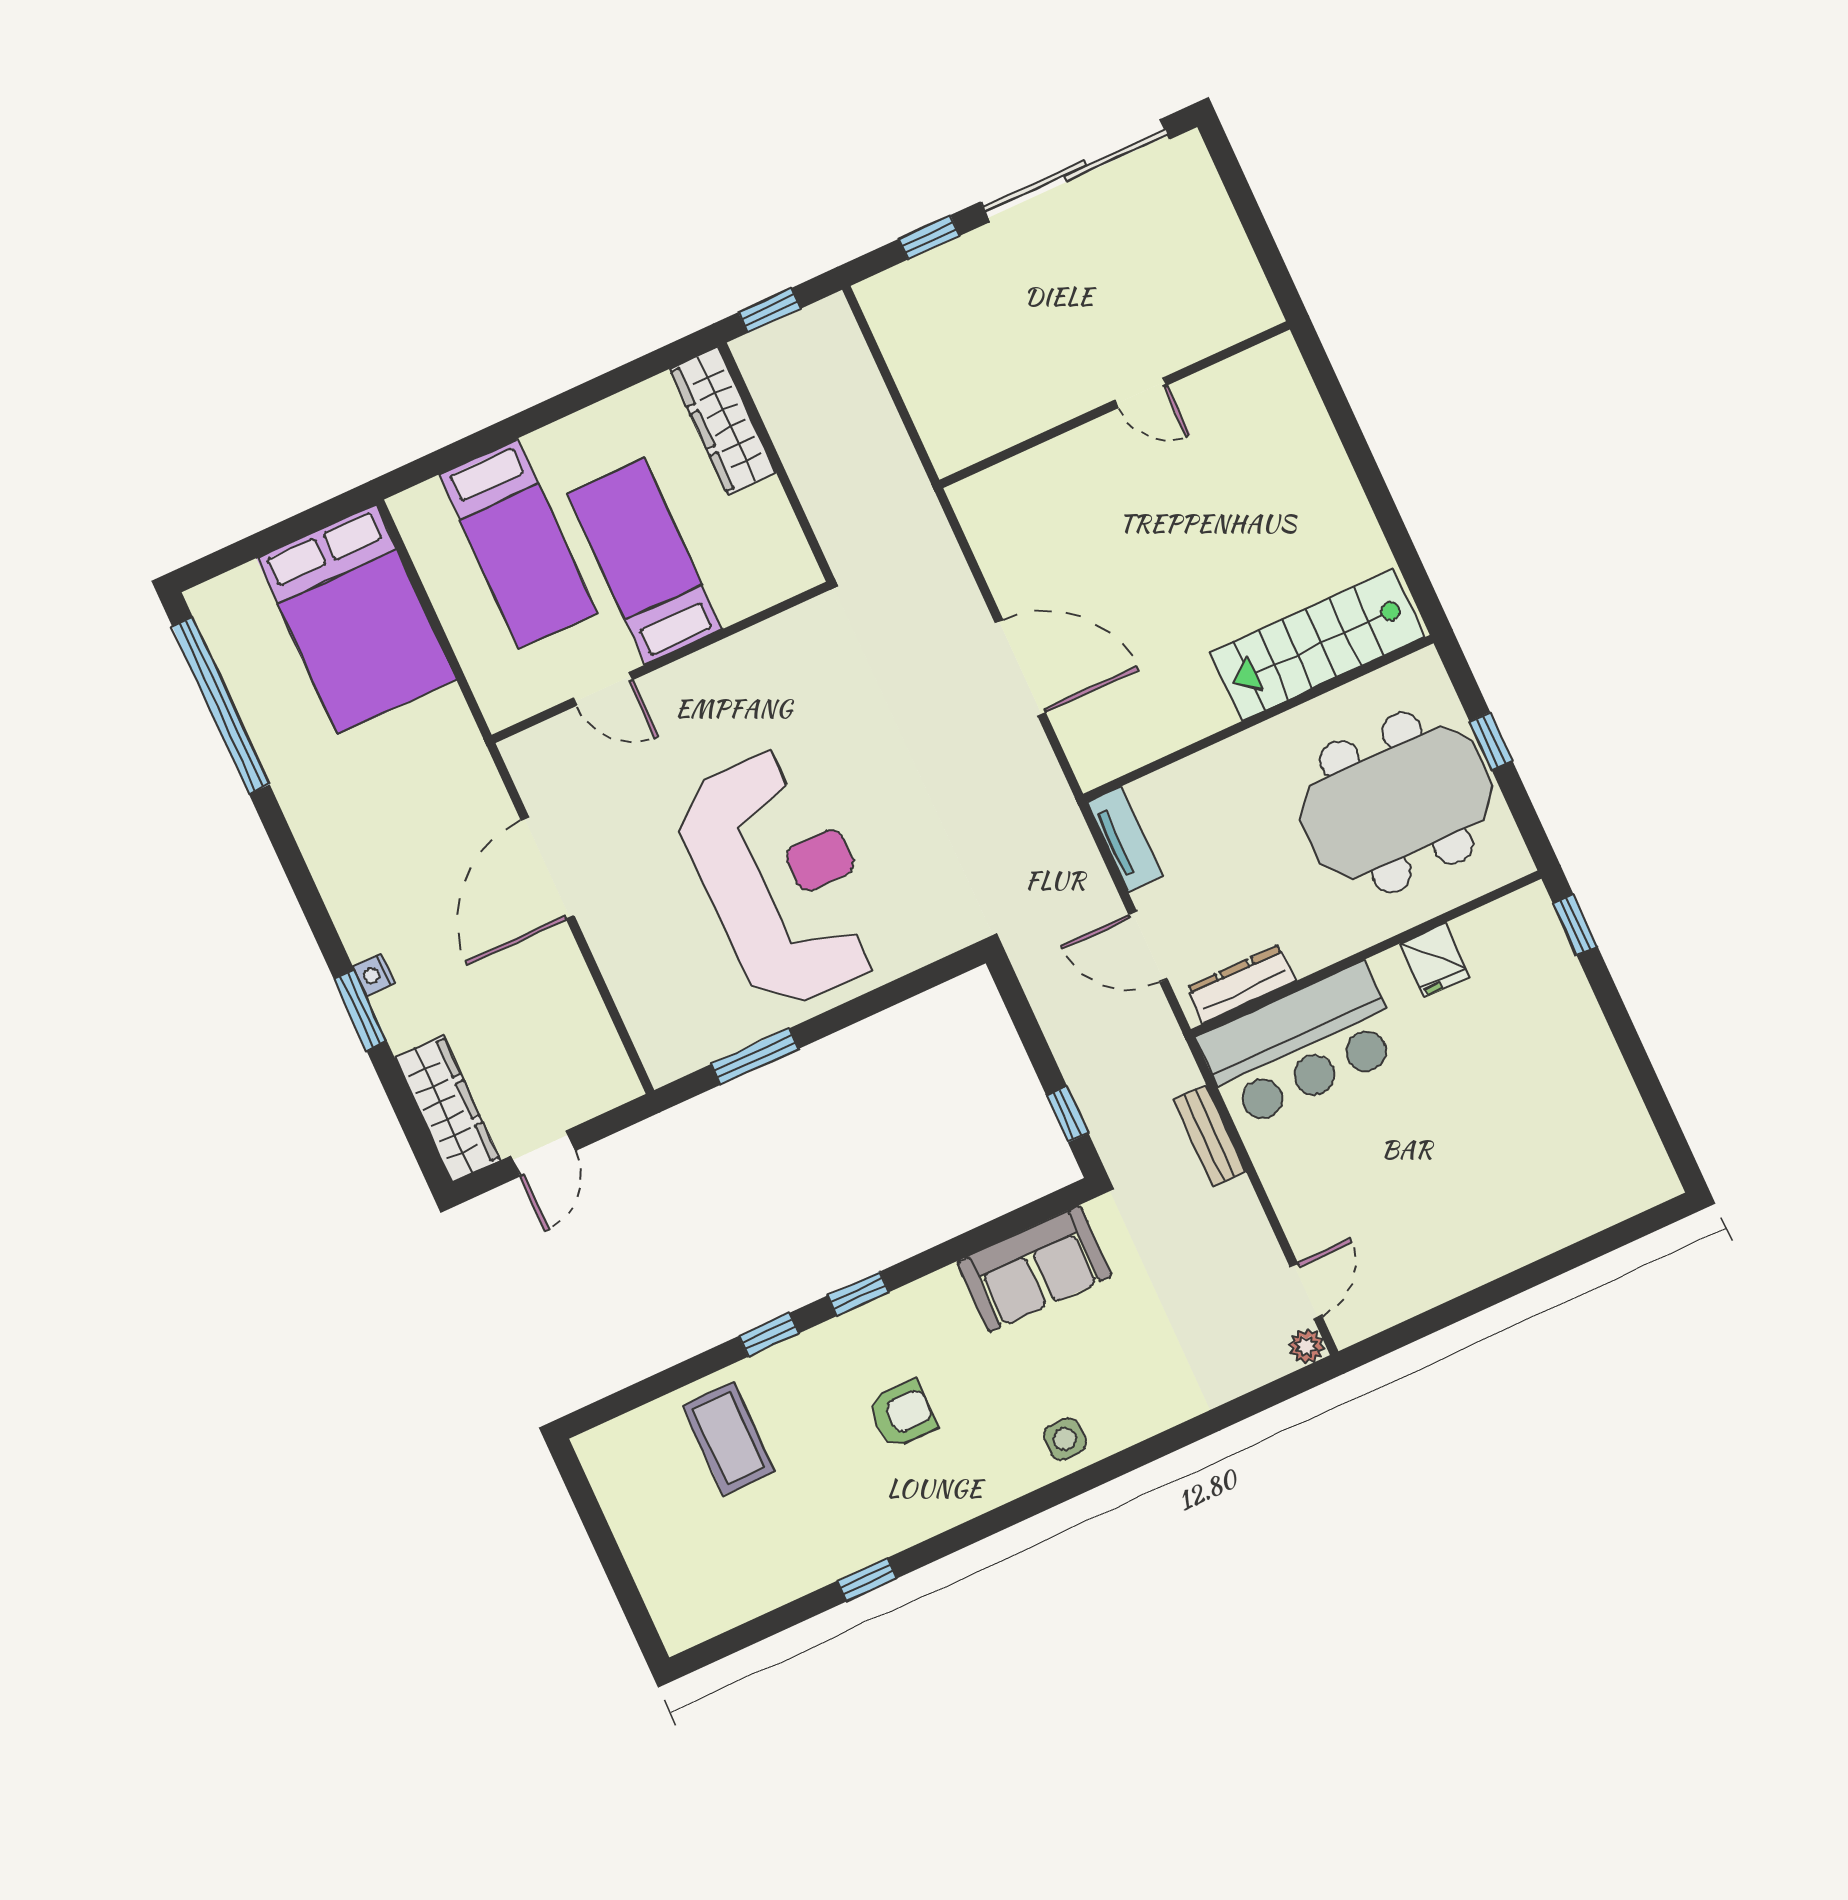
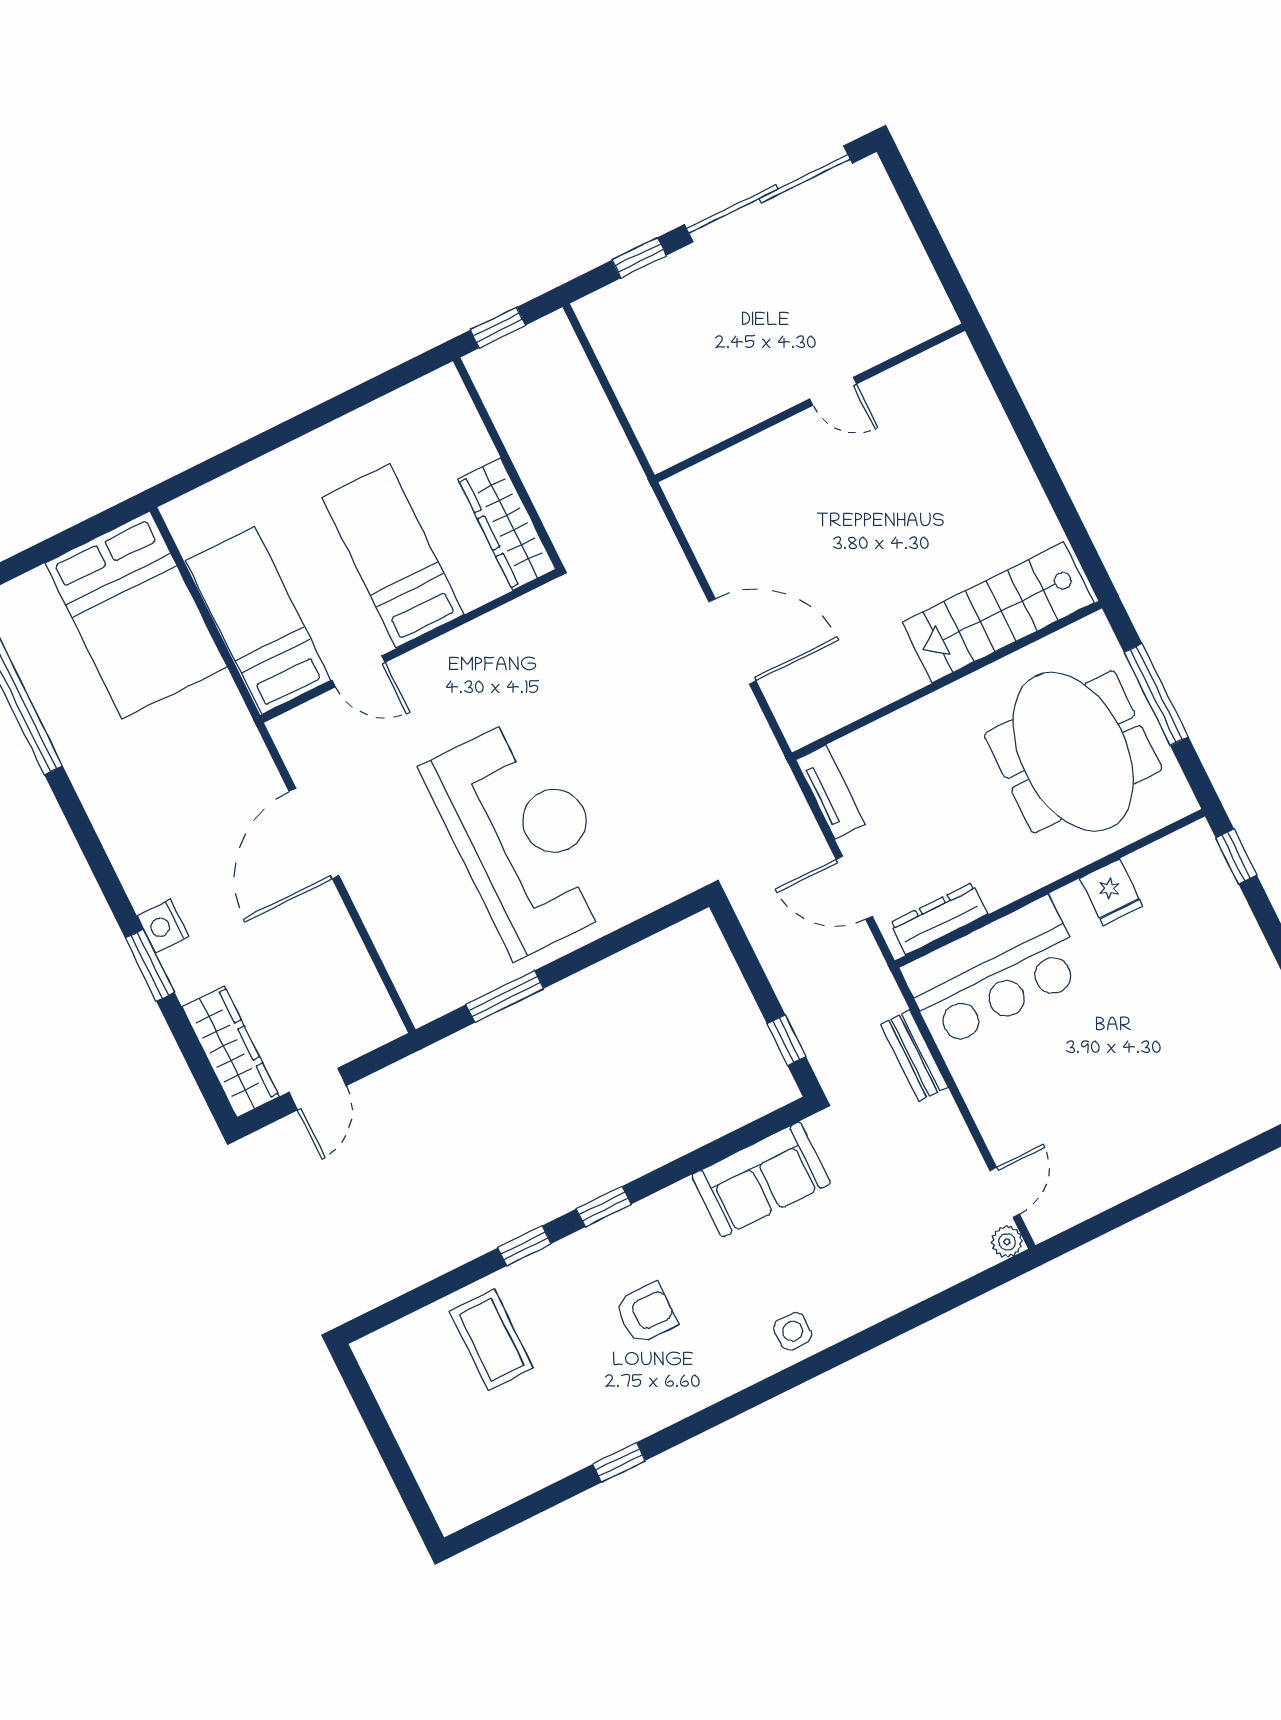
wardrobe: (723, 421) -> (507, 524), moved
bed: (518, 543) -> (258, 621), moved, turned 180
window: (1491, 741) -> (1156, 694), width x2.17
meeting table: (1397, 802) -> (1073, 752), turned 90
nightstand: (374, 975) -> (163, 926), width x1.39, depth x1.35

